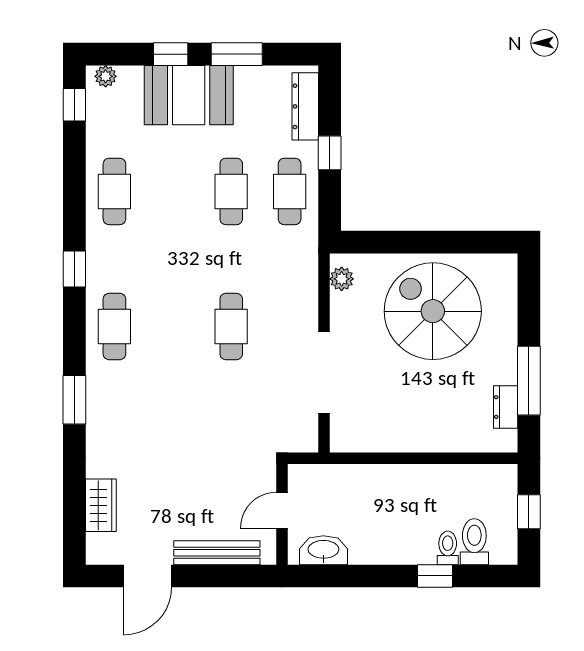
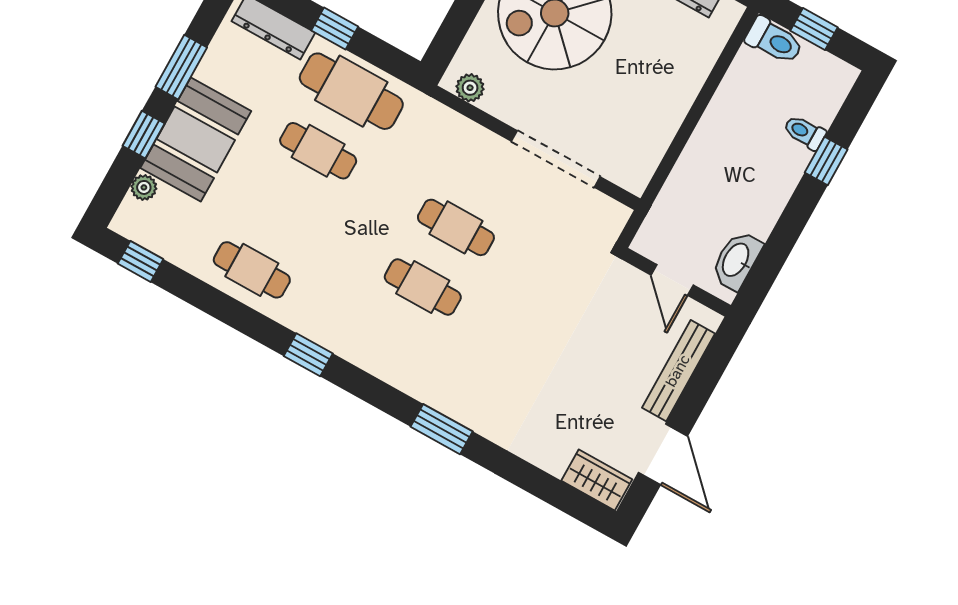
plant: (106, 76) -> (144, 187), moved
cafe table: (290, 191) -> (351, 91), width x1.37, depth x1.35
cafe table: (114, 327) -> (423, 287), moved
wardrobe: (101, 505) -> (597, 480), moved
toilet: (474, 542) -> (774, 41), moved, turned 180

